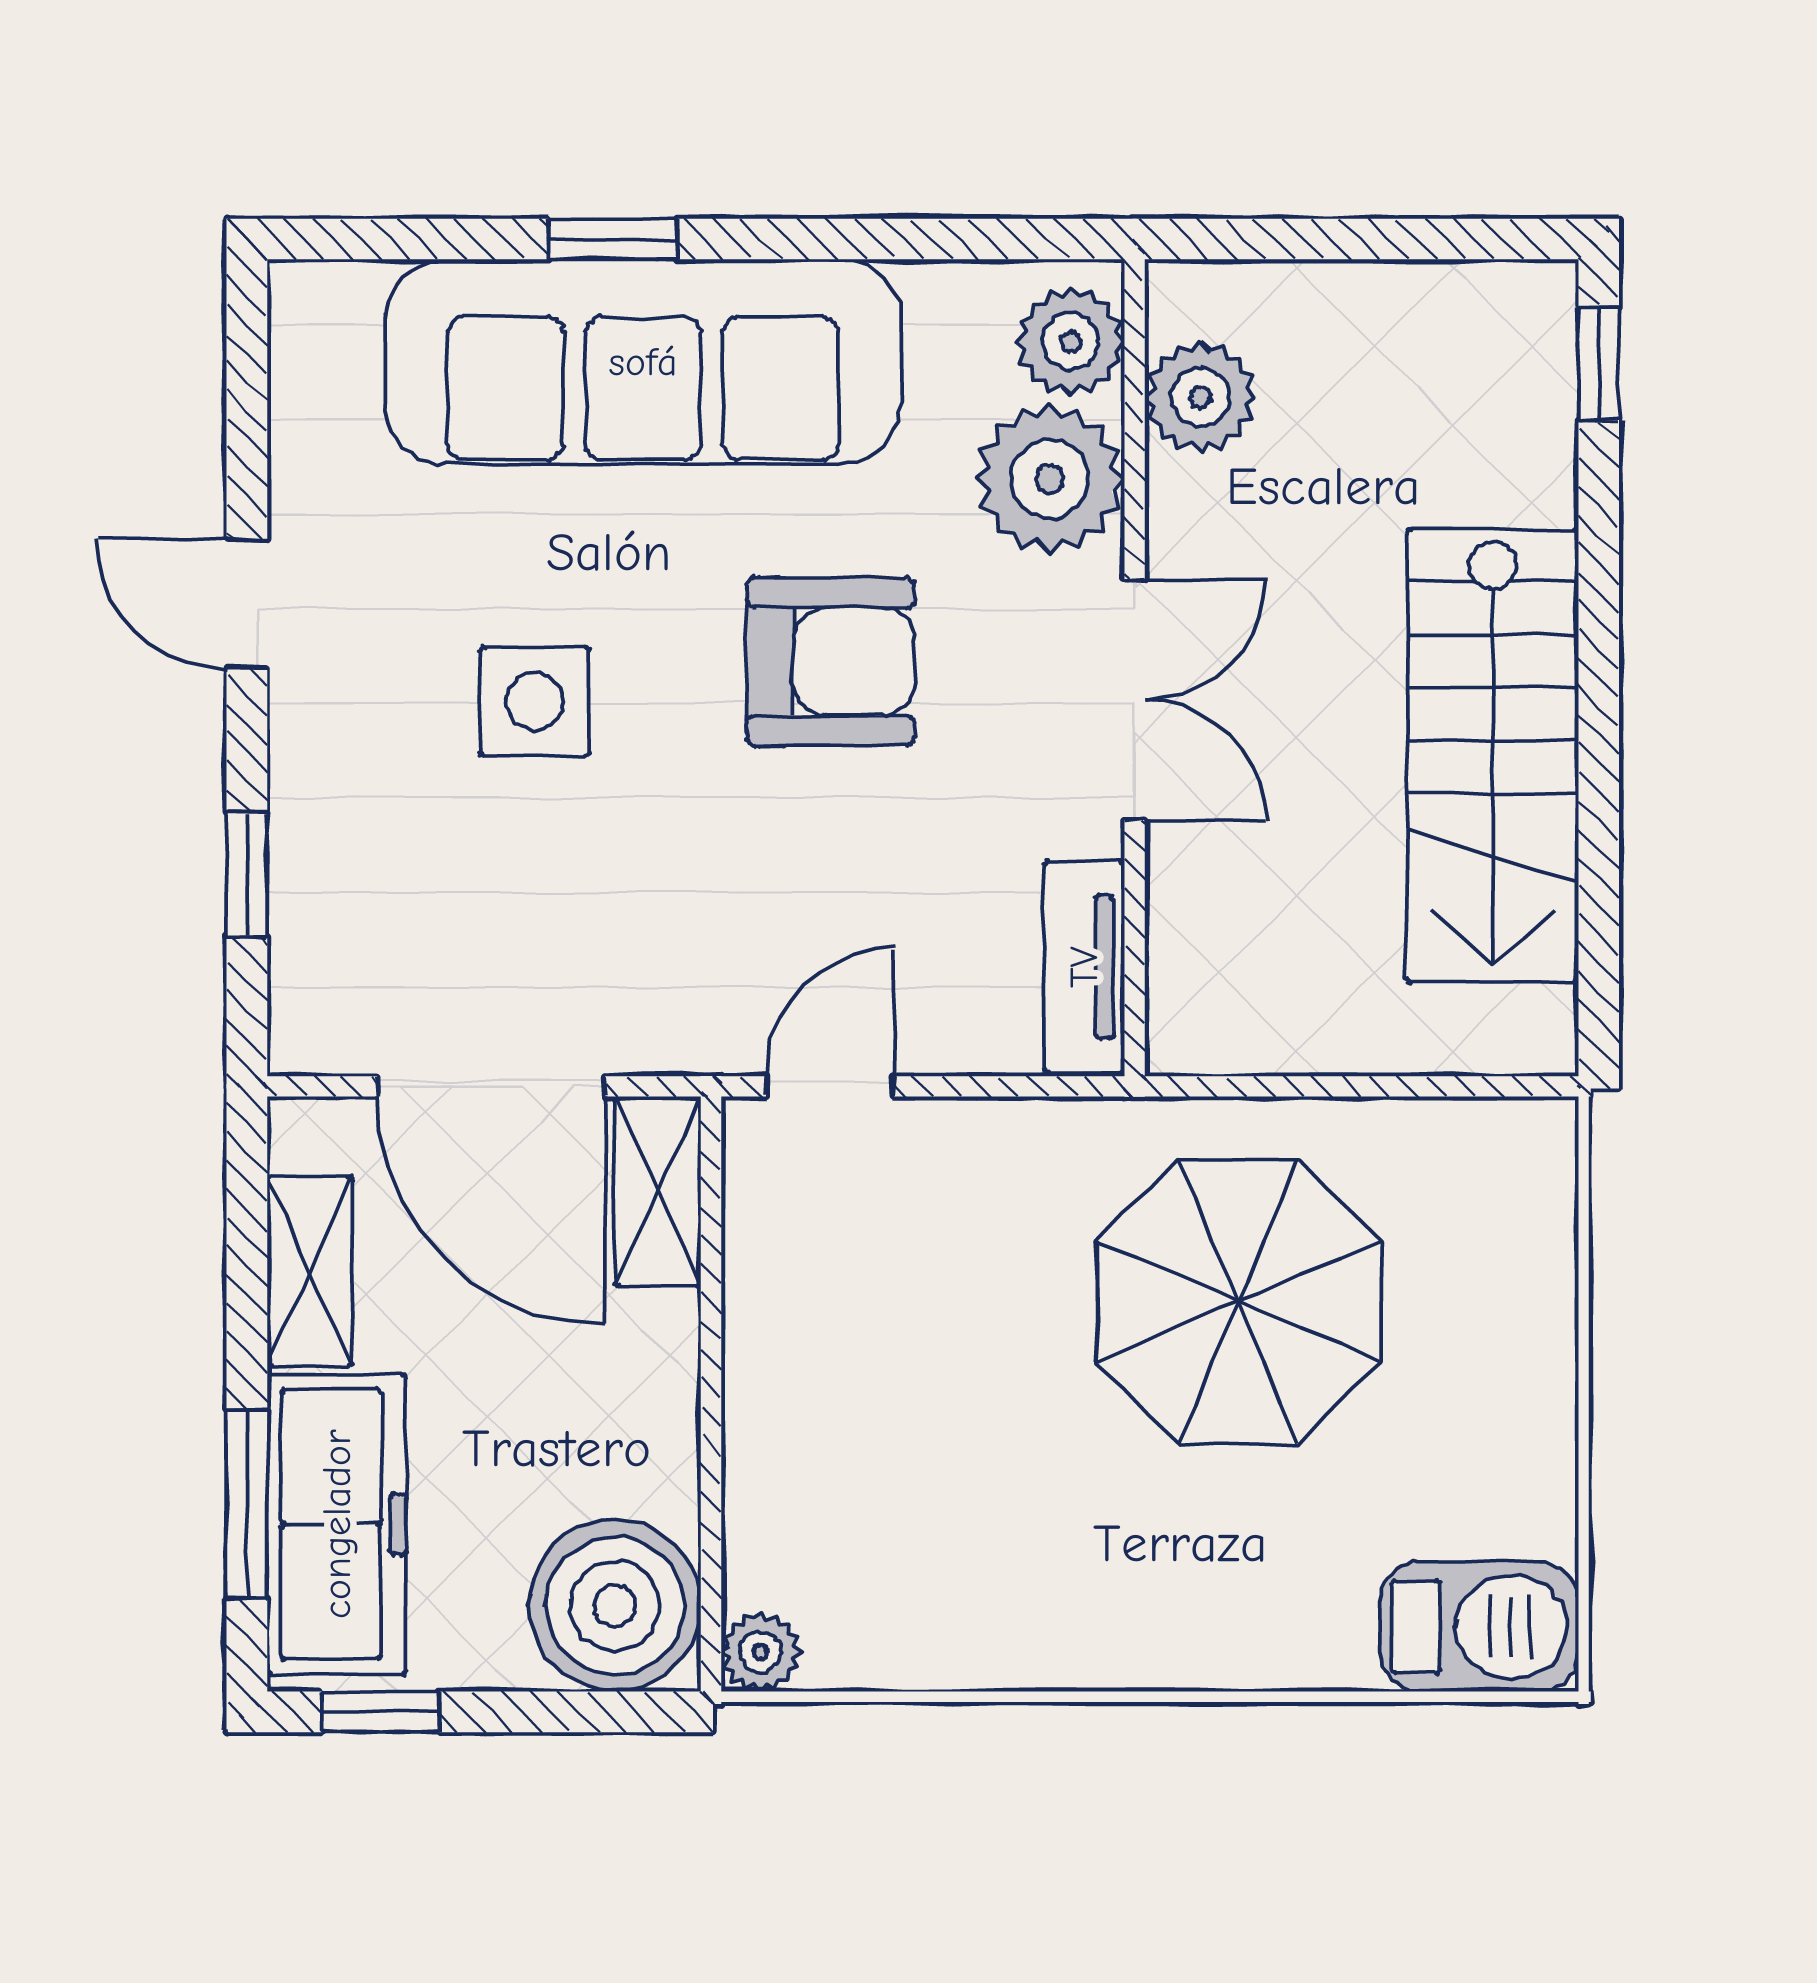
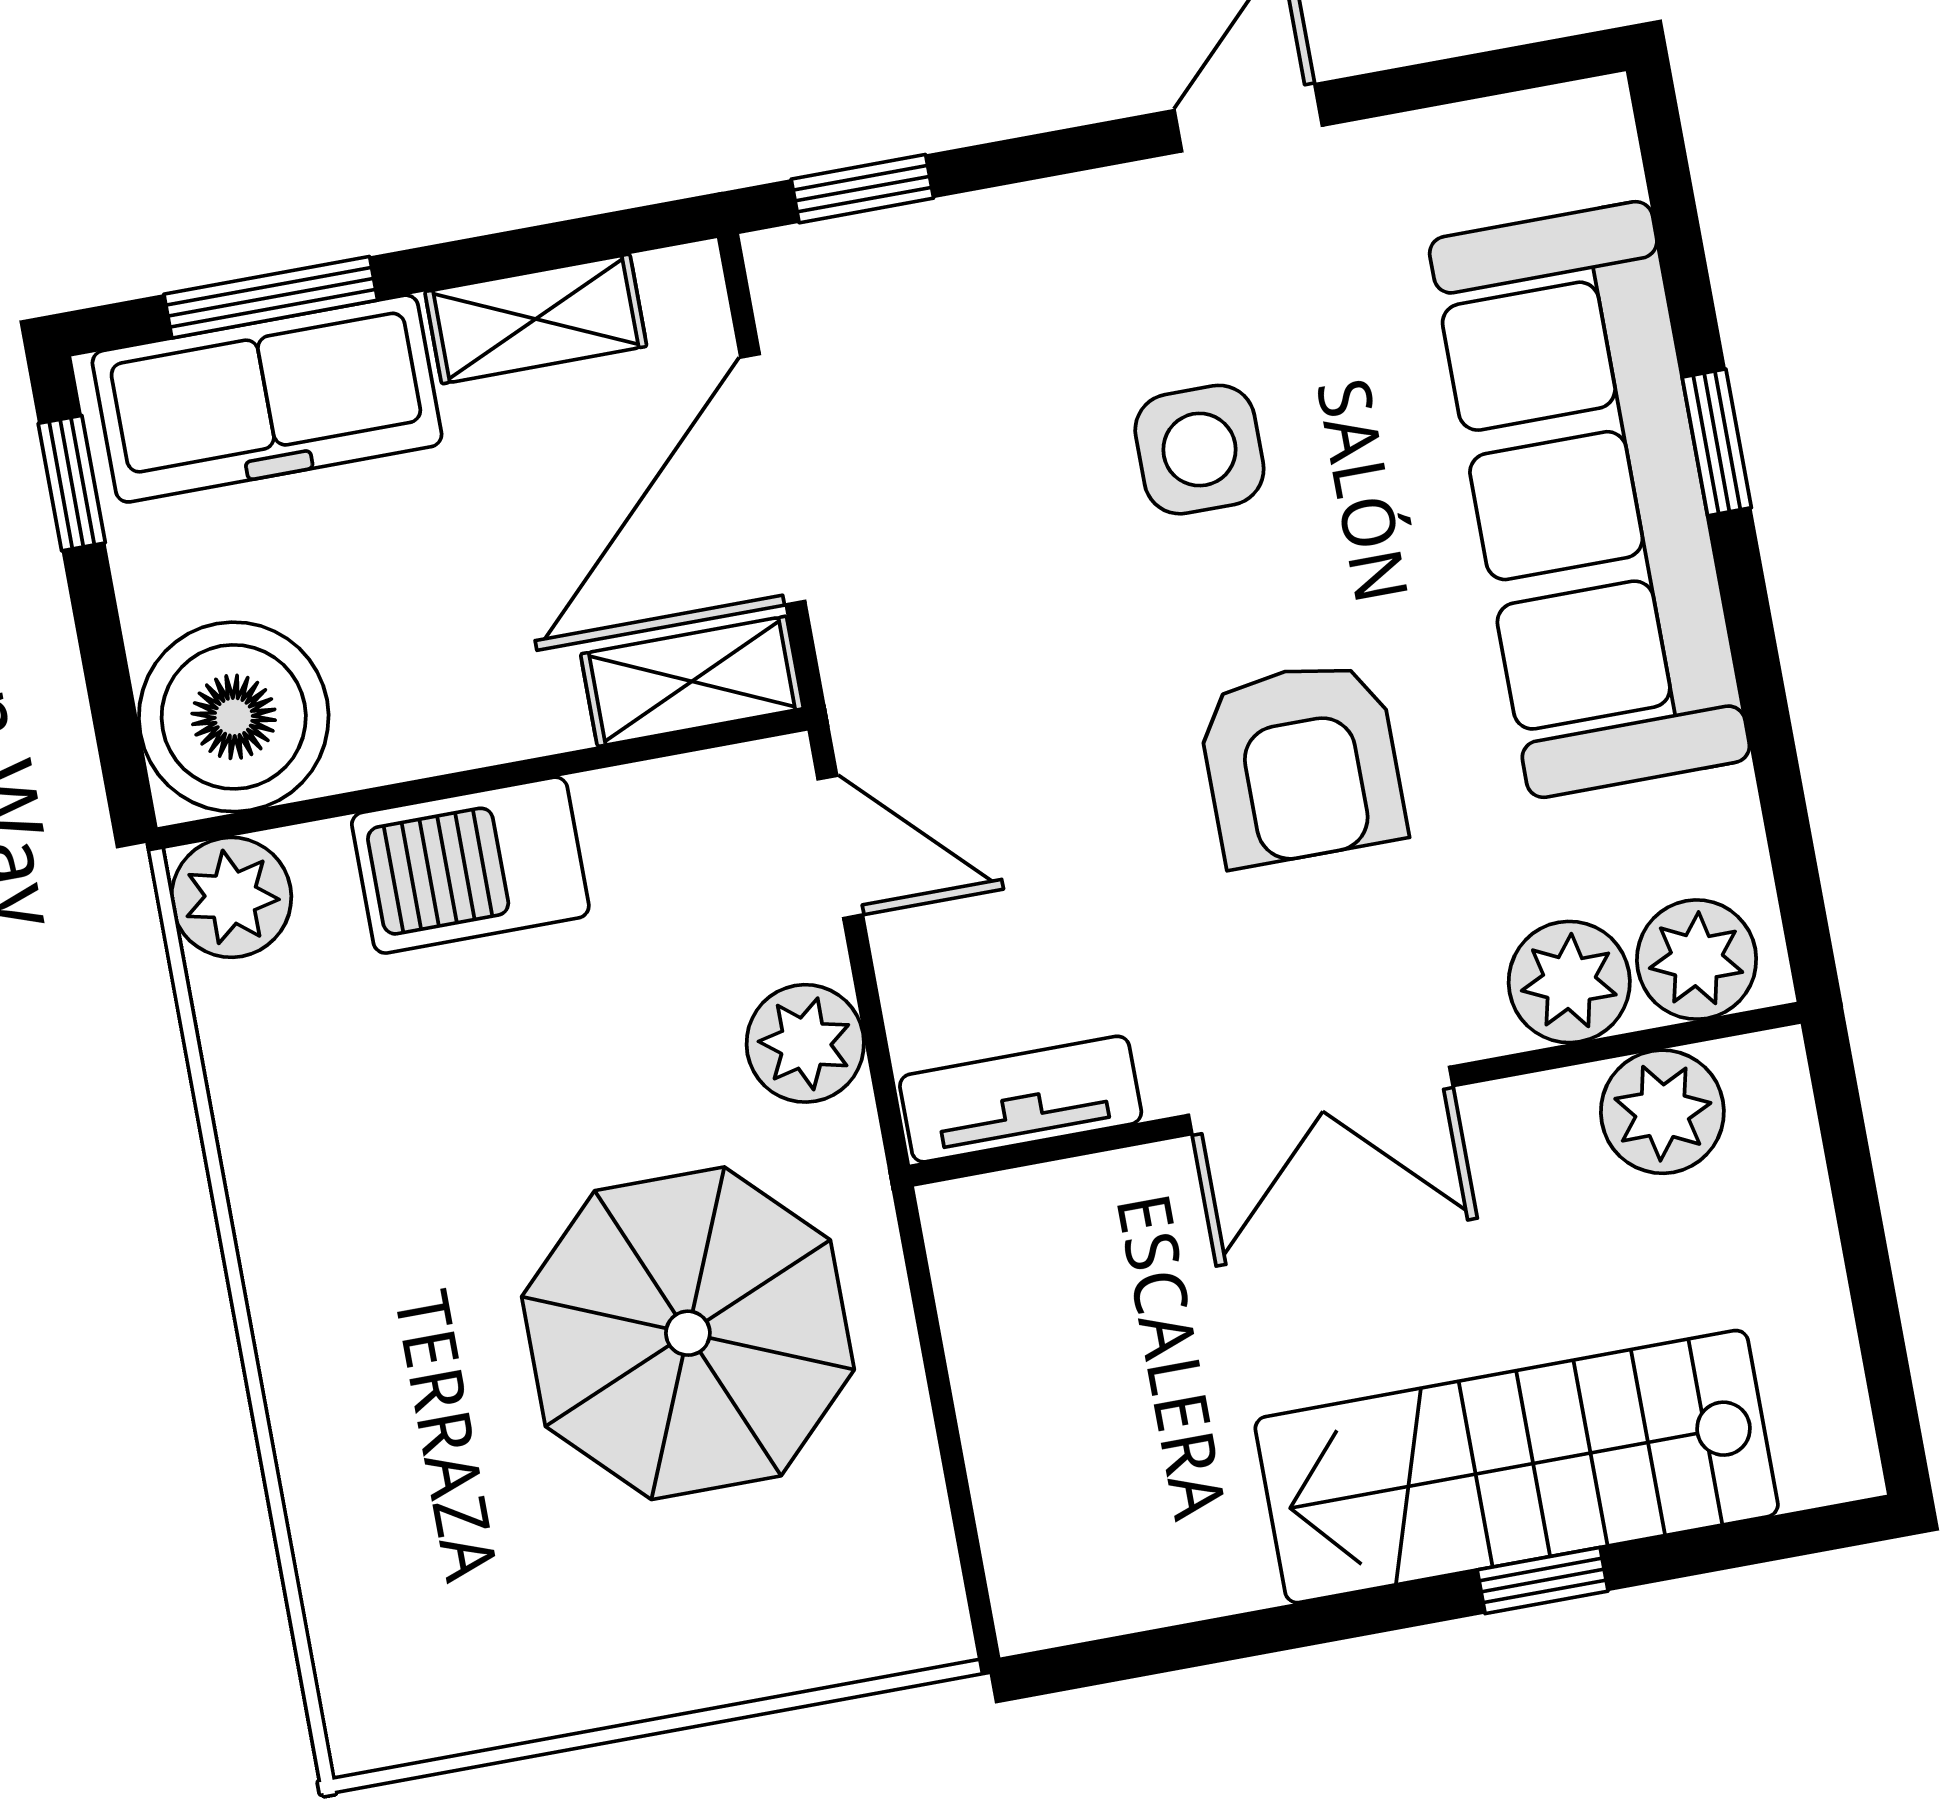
window: (1599, 364) -> (1543, 1580), moved
plant: (1050, 479) -> (1569, 982), width x0.73, depth x0.73
stairs: (1493, 756) -> (1517, 1467), moved
window: (247, 875) -> (862, 189), moved
plant: (999, 1150) -> (805, 1043), added
barbecue: (1479, 1627) -> (470, 865), moved, turned 90
plant: (761, 1652) -> (231, 897), width x1.38, depth x1.38

